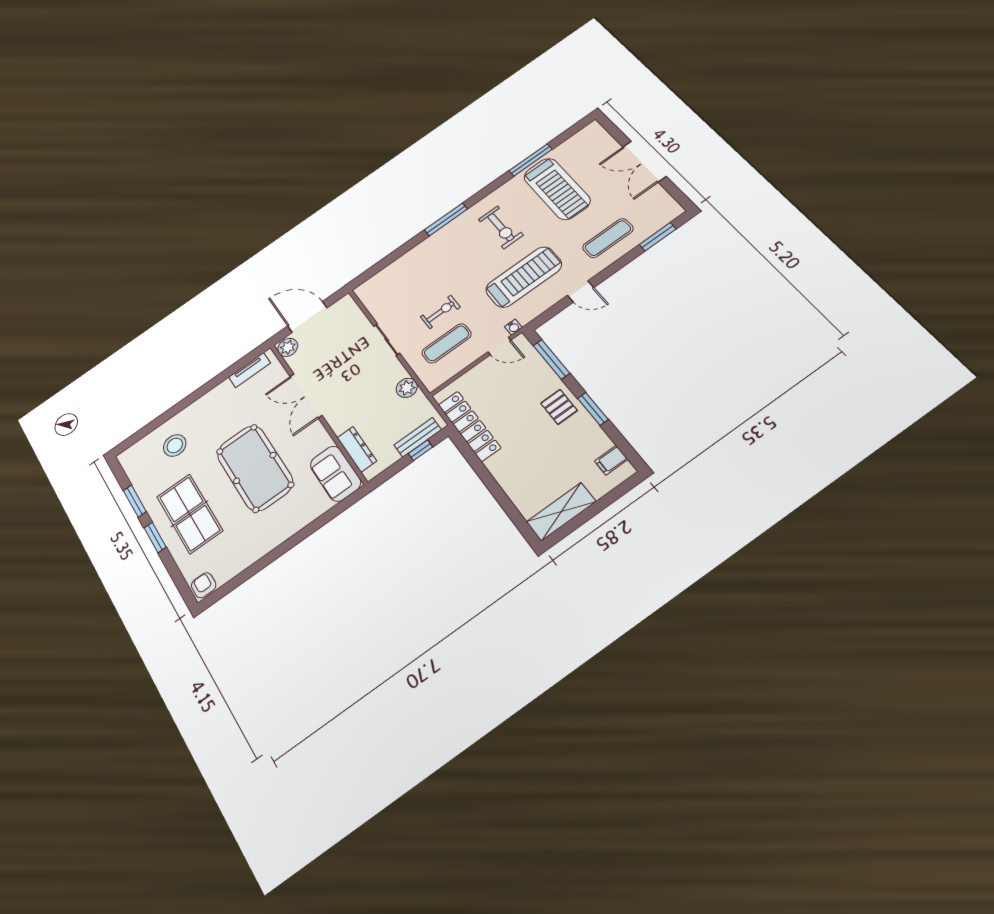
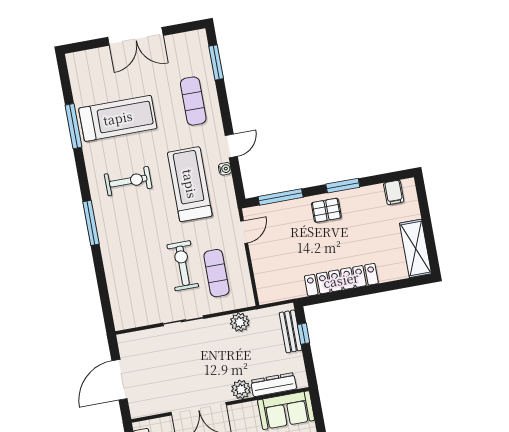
exercise bike: (440, 312) -> (183, 266), width x1.38, depth x1.39
water cooler: (513, 327) -> (225, 169), moved
plant: (288, 347) -> (241, 389), moved
locker: (469, 426) -> (341, 280), moved

